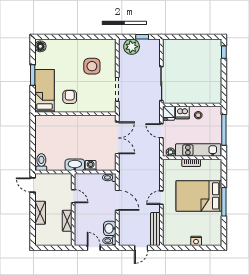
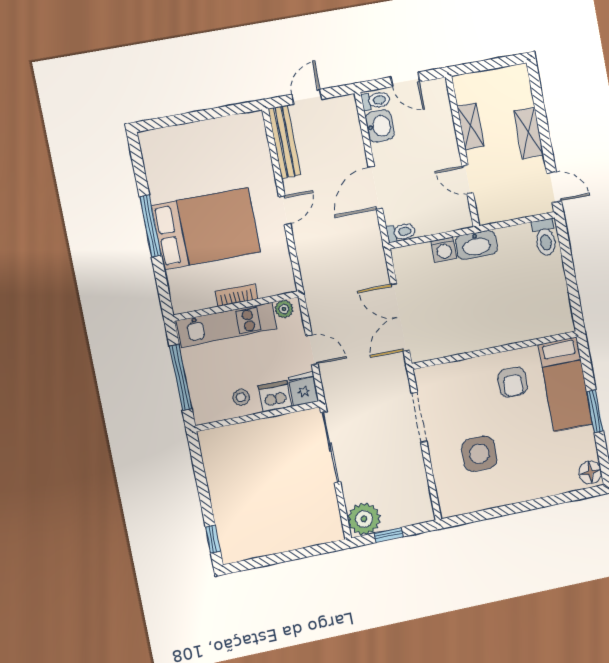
plant: (132, 47) -> (364, 519), moved
door: (117, 200) -> (375, 188), hinge flipped
nightstand: (196, 241) -> (194, 132), removed

